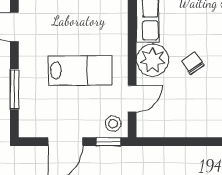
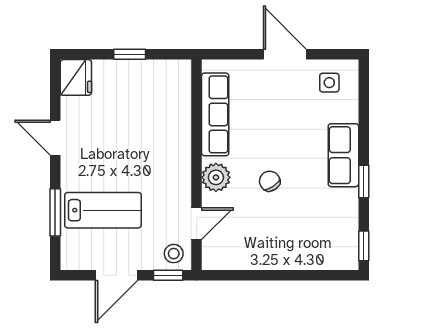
plant: (152, 60) -> (216, 177), width x0.73, depth x0.73
lab bench: (80, 70) -> (103, 210), moved

